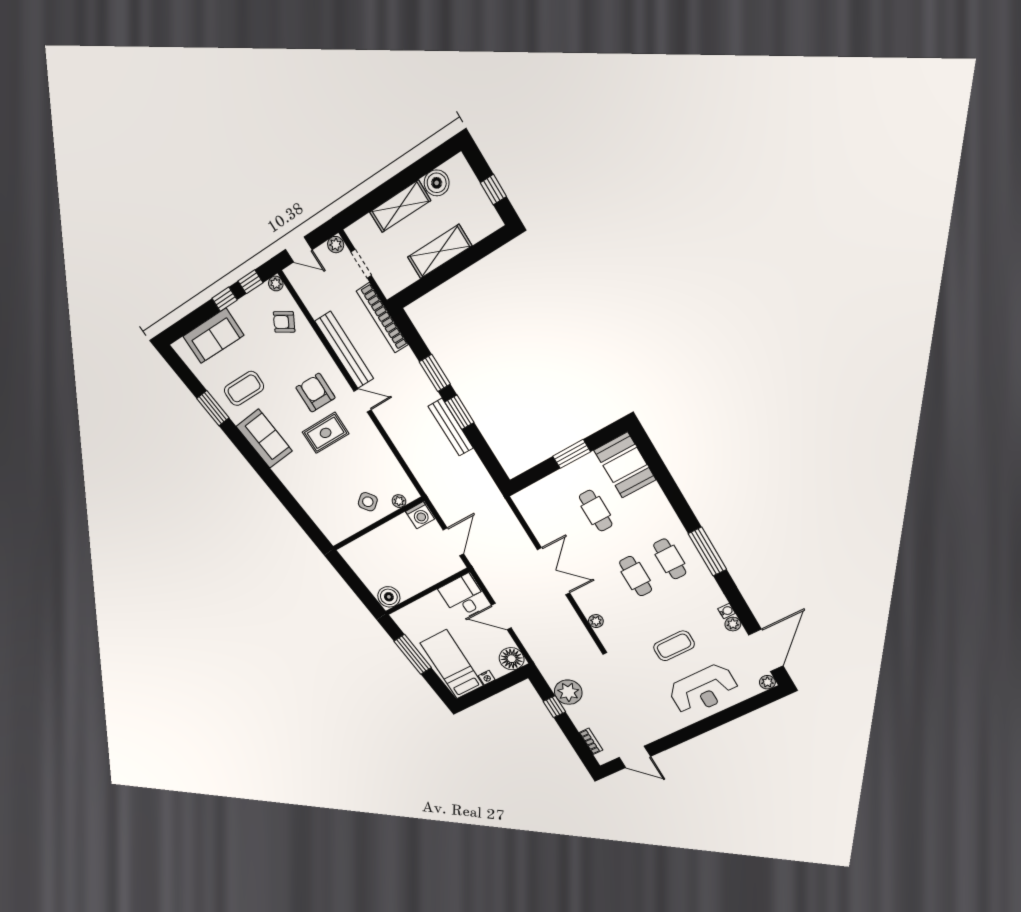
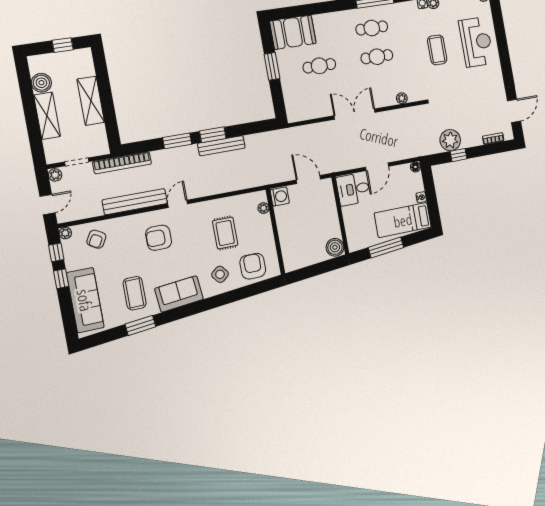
sofa: (213, 336) -> (85, 300), width x1.36
rug: (326, 433) -> (225, 233), moved
side table: (368, 502) -> (220, 274), moved
armchair: (329, 511) -> (253, 266), added
floor lamp: (512, 659) -> (415, 167), width x0.53, depth x0.53

